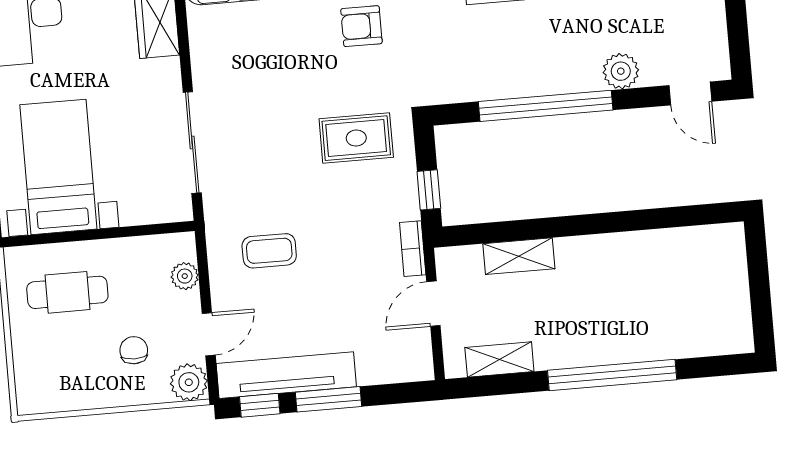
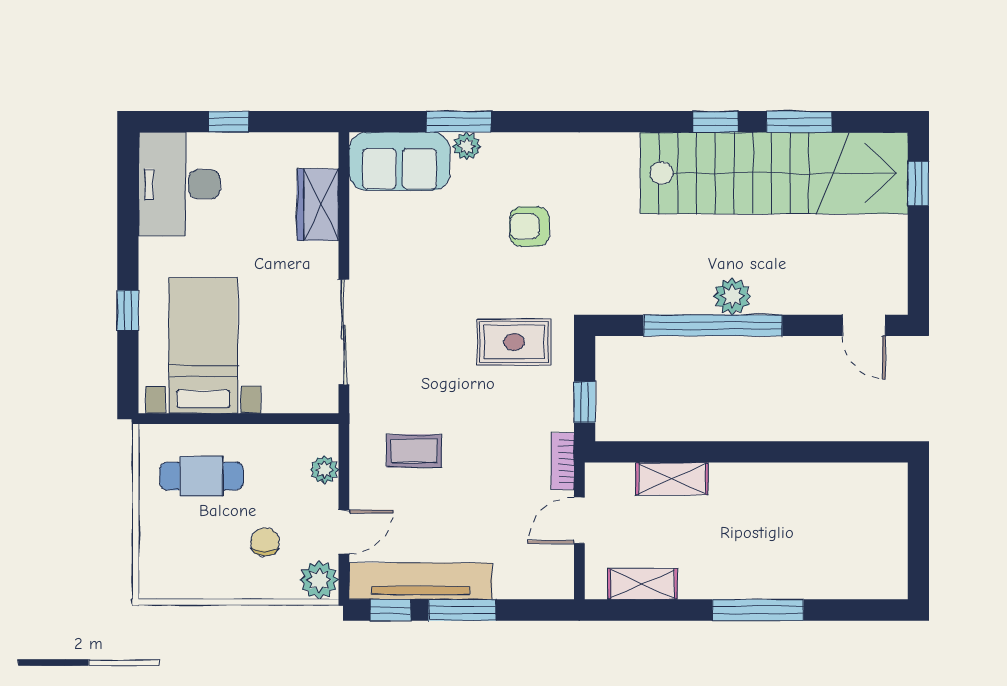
plant: (621, 71) -> (732, 296), moved
window: (612, 375) -> (758, 610), width x0.68

